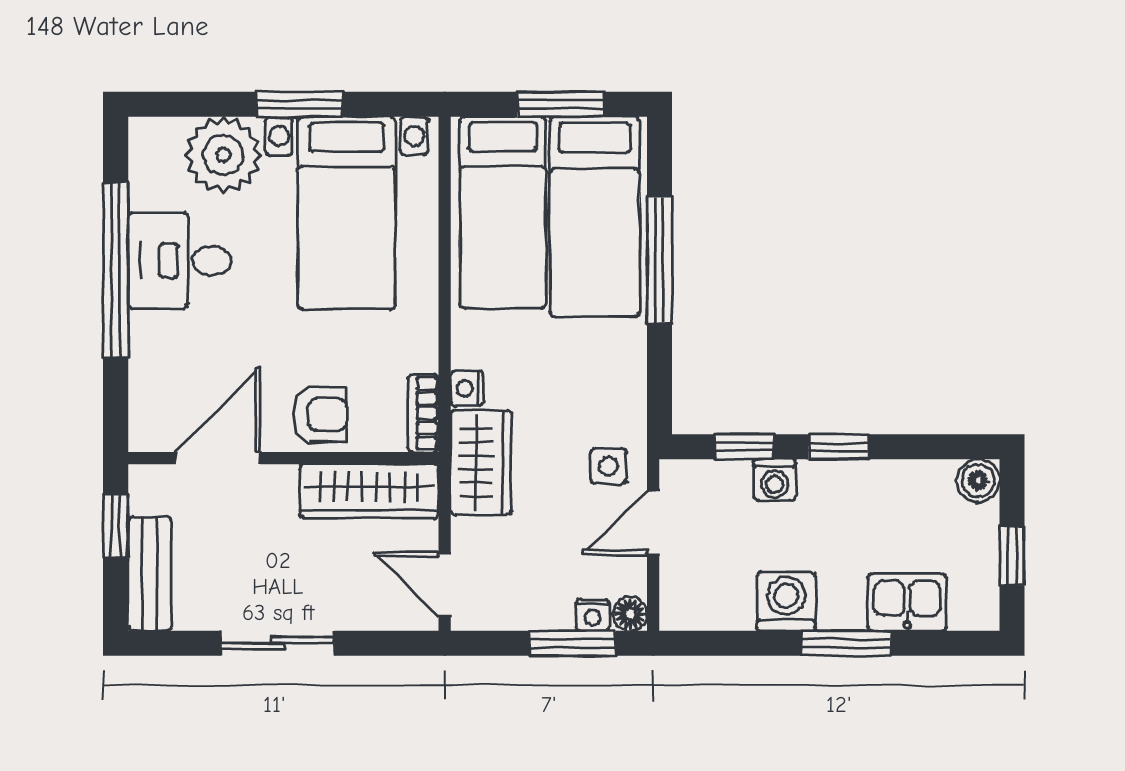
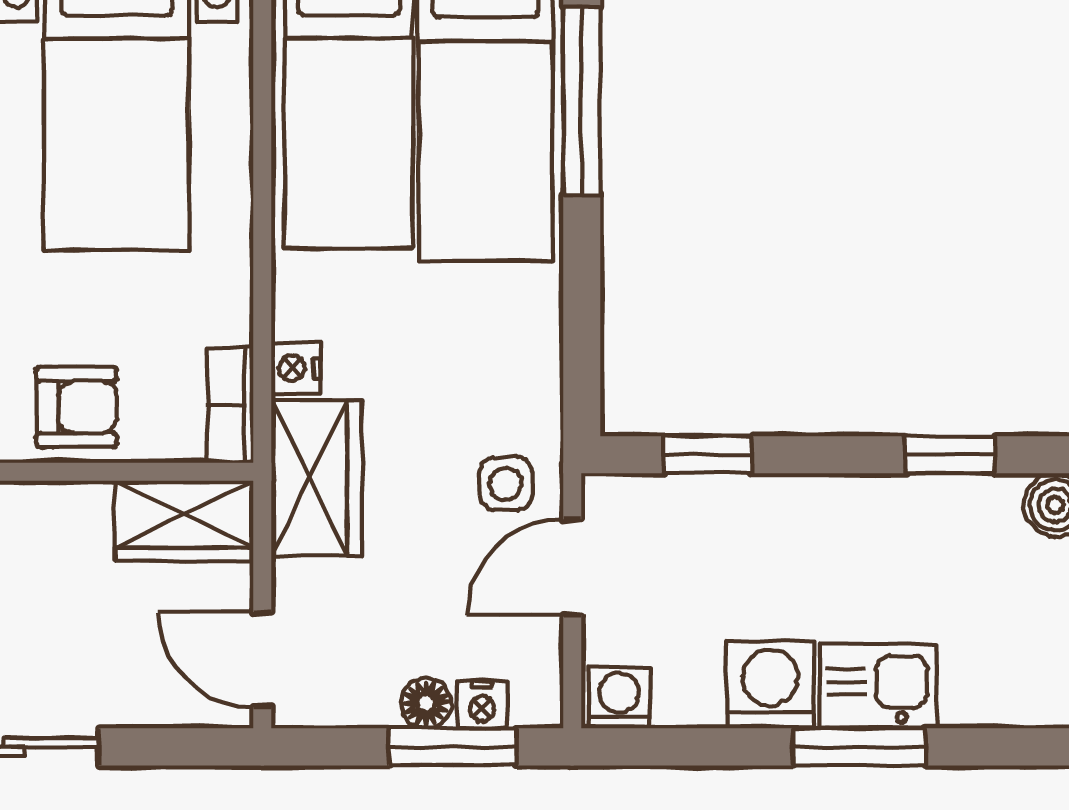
window: (660, 260) -> (582, 101), moved
window: (839, 447) -> (950, 455), moved
washing machine: (775, 480) -> (619, 697), moved, turned 180
wardrobe: (369, 491) -> (184, 521), width x0.67
kitchen sink: (907, 602) -> (878, 686), moved
floor lamp: (630, 614) -> (426, 703), moved

